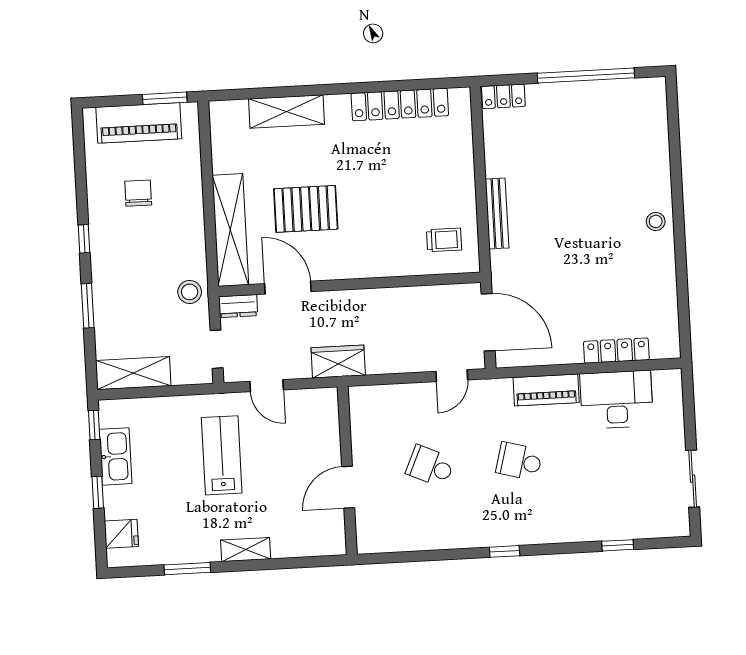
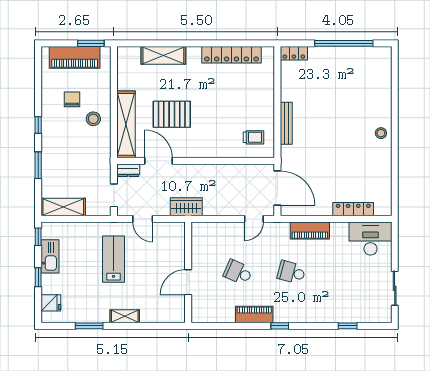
stool: (190, 292) -> (93, 119), moved
desk: (617, 400) -> (370, 239), moved
piano: (461, 535) -> (254, 314), added

